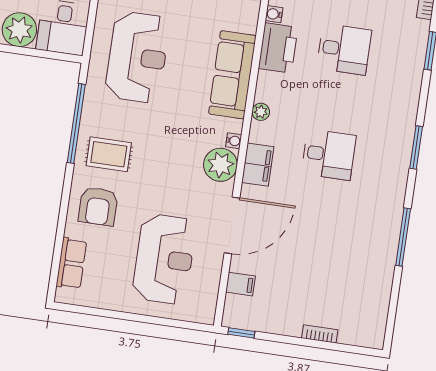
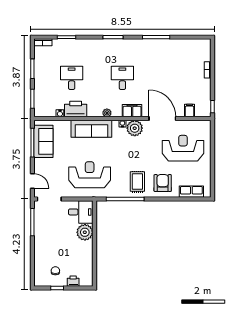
armchair: (98, 206) -> (163, 183), turned -90

